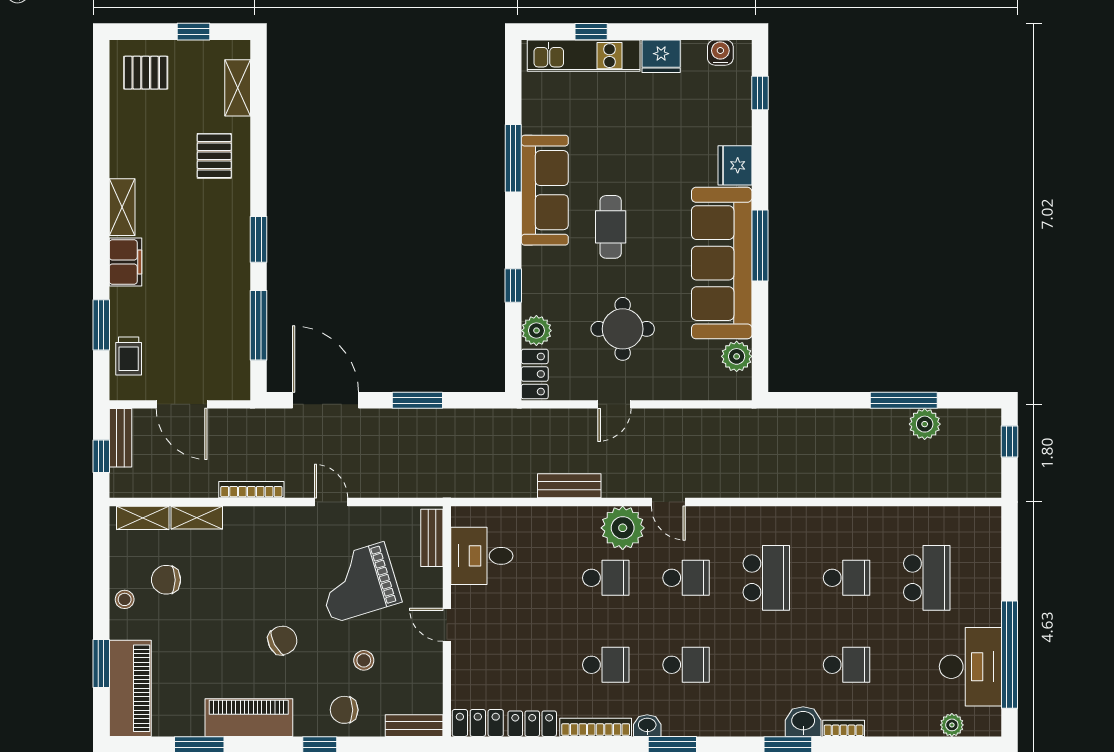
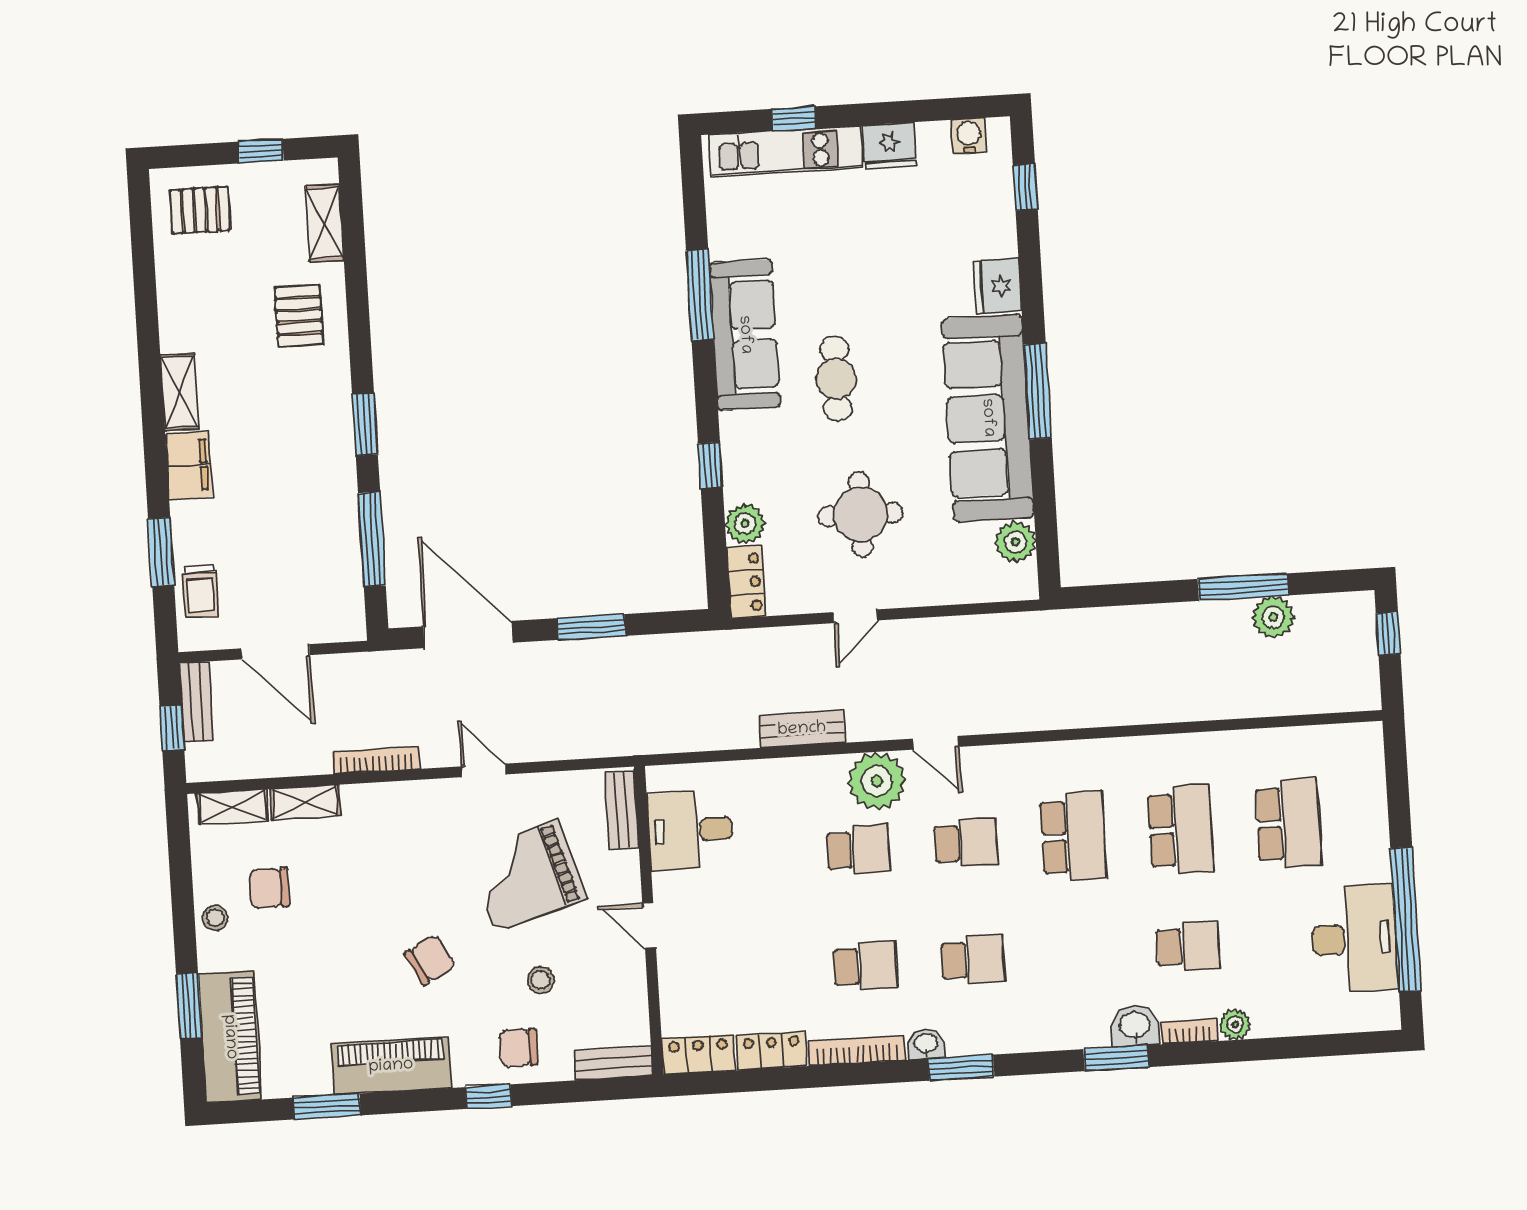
school desk: (846, 578) -> (1181, 830), width x1.85
plant: (952, 725) -> (1235, 1024), moved

